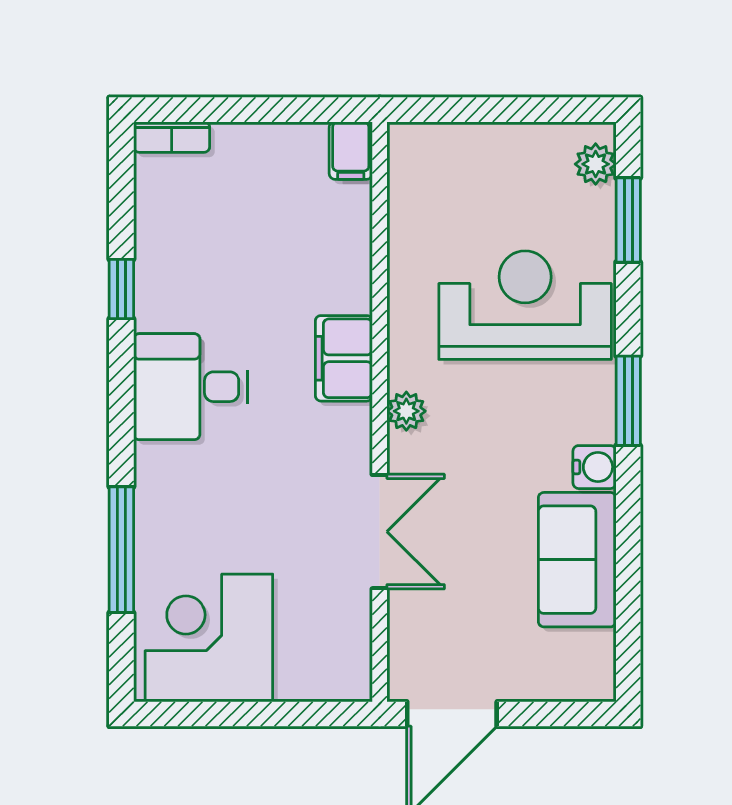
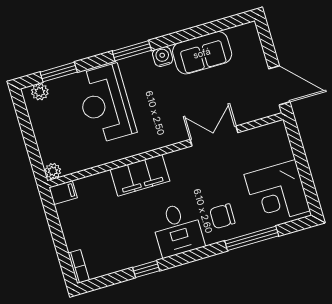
filing cabinet: (344, 358) -> (140, 175), width x1.50, depth x1.17
plant: (406, 411) -> (53, 171), moved
chair: (191, 497) -> (222, 216), added

